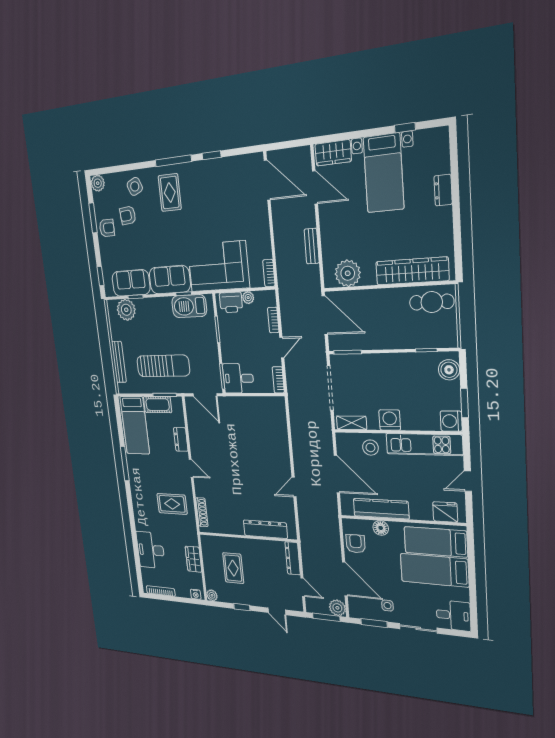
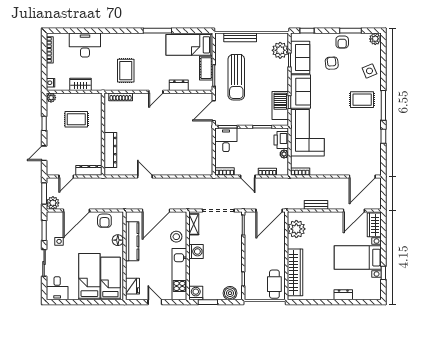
armchair: (128, 215) -> (332, 63), moved
armchair: (356, 544) -> (104, 221), turned 90

